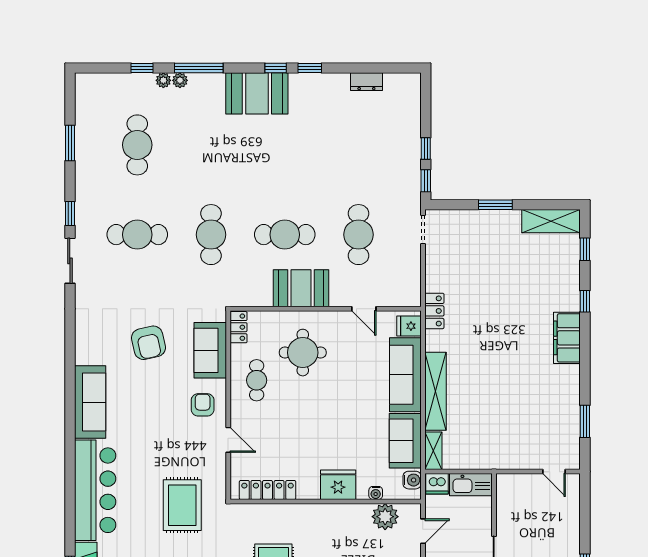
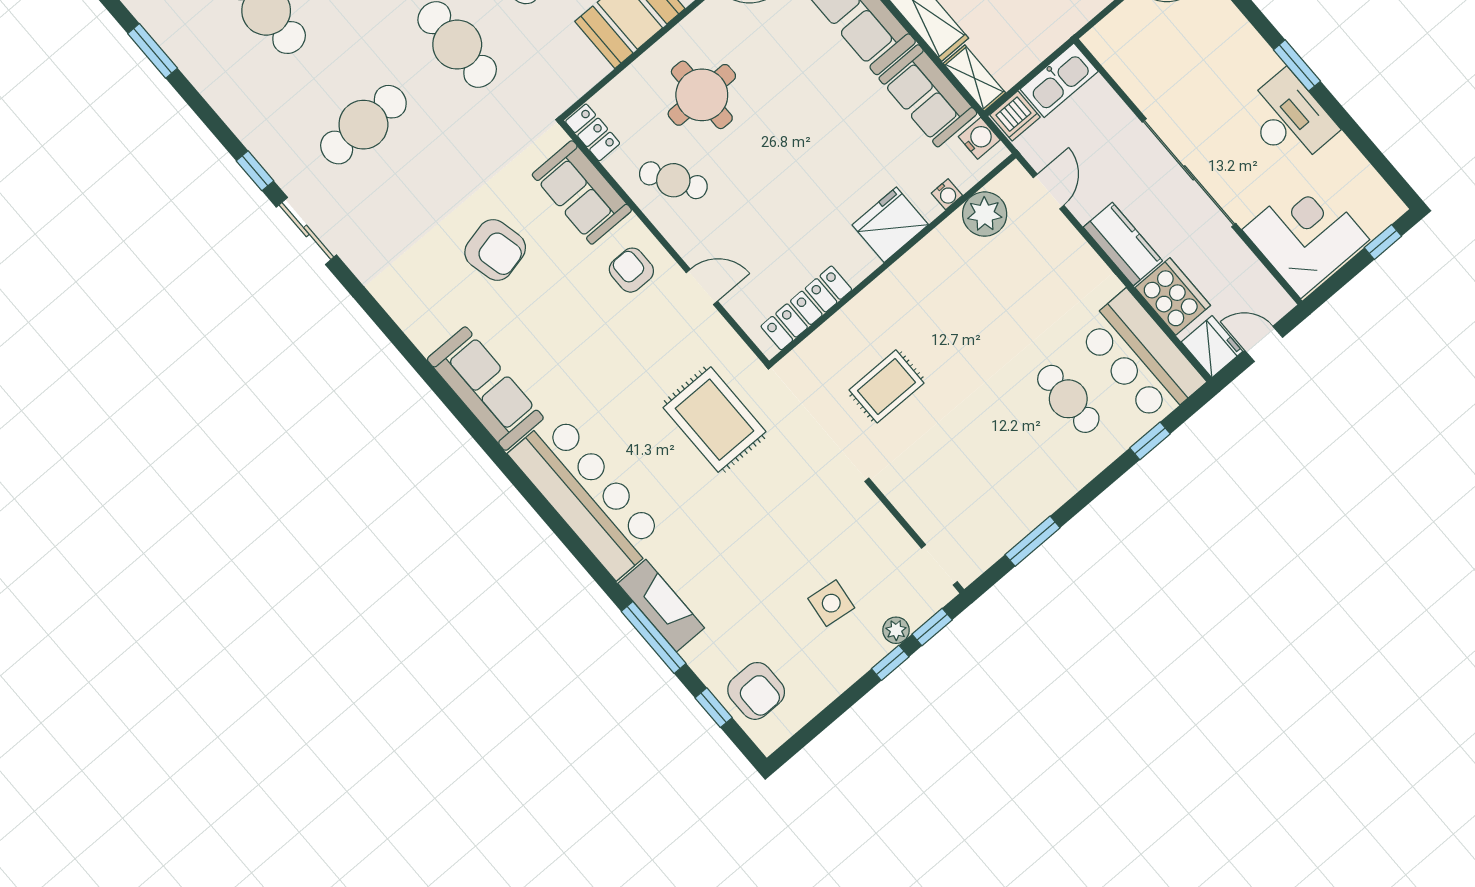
window: (70, 143) -> (153, 51), moved
cafe table: (257, 380) -> (673, 180), turned -33

